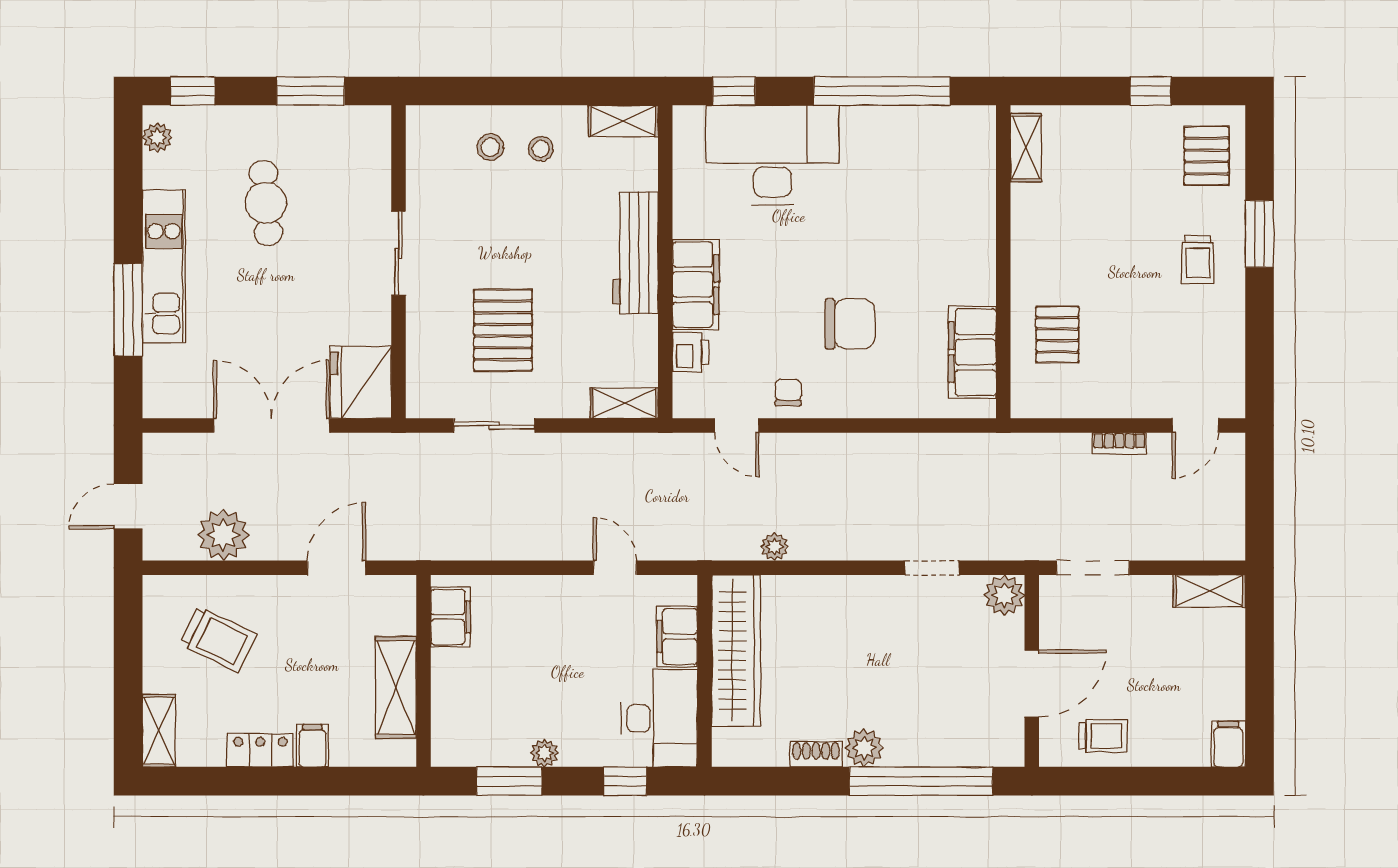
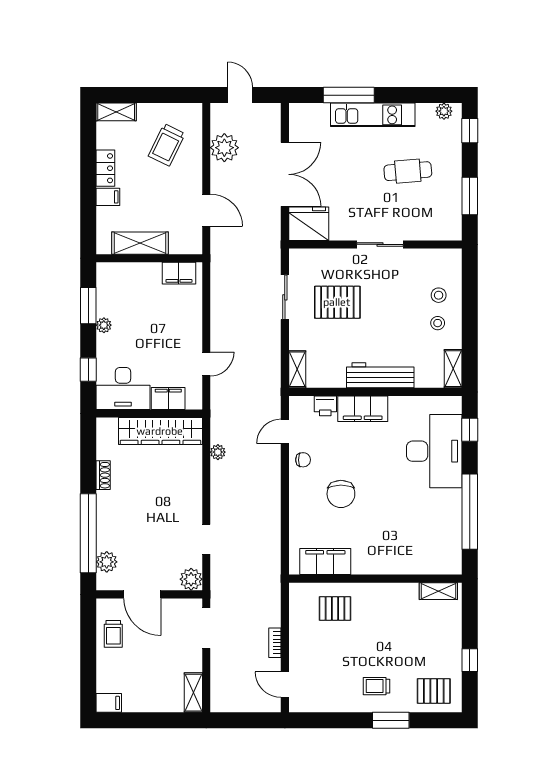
plant: (864, 748) -> (107, 562), moved

